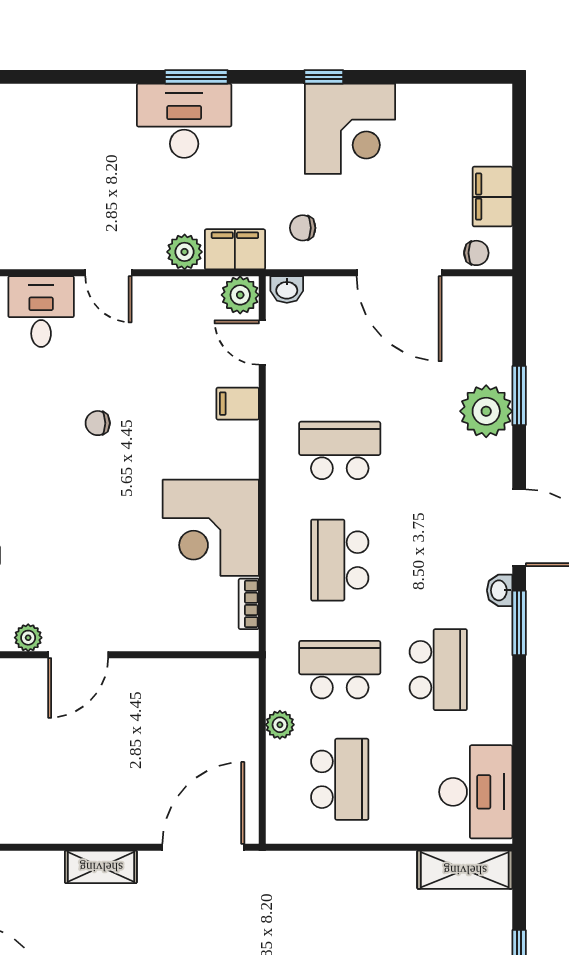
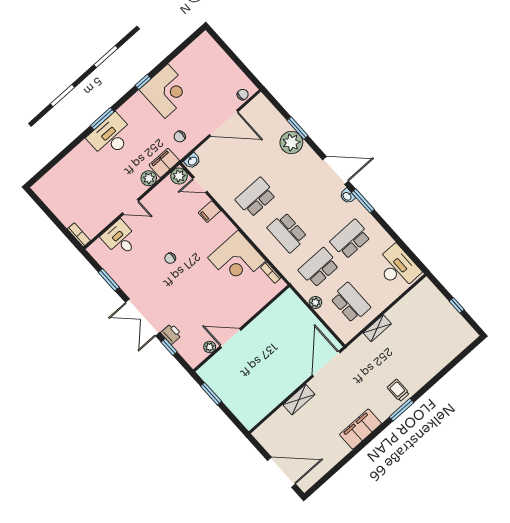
filing cabinet: (492, 197) -> (232, 72), removed
door: (78, 655) -> (231, 338), swing flipped
school desk: (438, 670) -> (350, 239), turned -90
shelving: (465, 870) -> (377, 328), moved, width x0.67, depth x0.75

